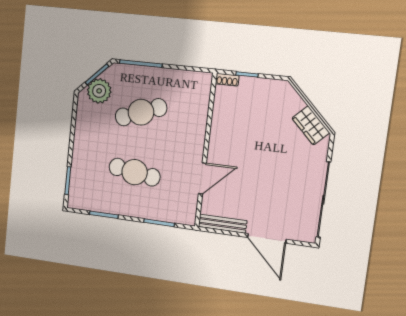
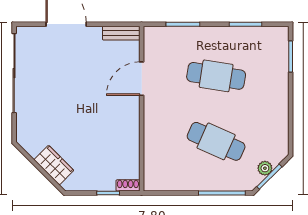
plant: (99, 91) -> (265, 168), width x0.53, depth x0.53
cafe table: (141, 112) -> (216, 141), turned 45
wardrobe: (311, 125) -> (54, 165), moved
bench: (223, 224) -> (121, 33), width x0.73

